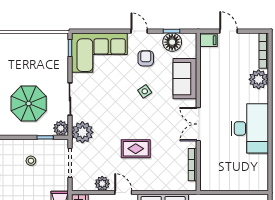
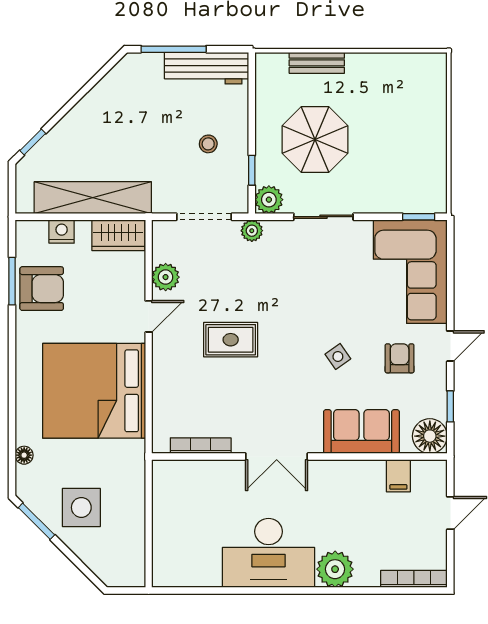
filing cabinet: (209, 40) -> (398, 476), moved
floor lamp: (172, 42) -> (430, 436), moved
armchair: (146, 58) -> (400, 358), turned -90
plant: (259, 79) -> (335, 569), moved
double door: (198, 124) -> (277, 457), swing flipped
plant: (82, 132) -> (252, 231), width x0.53, depth x0.53
rug: (136, 149) -> (231, 340), turned 90

